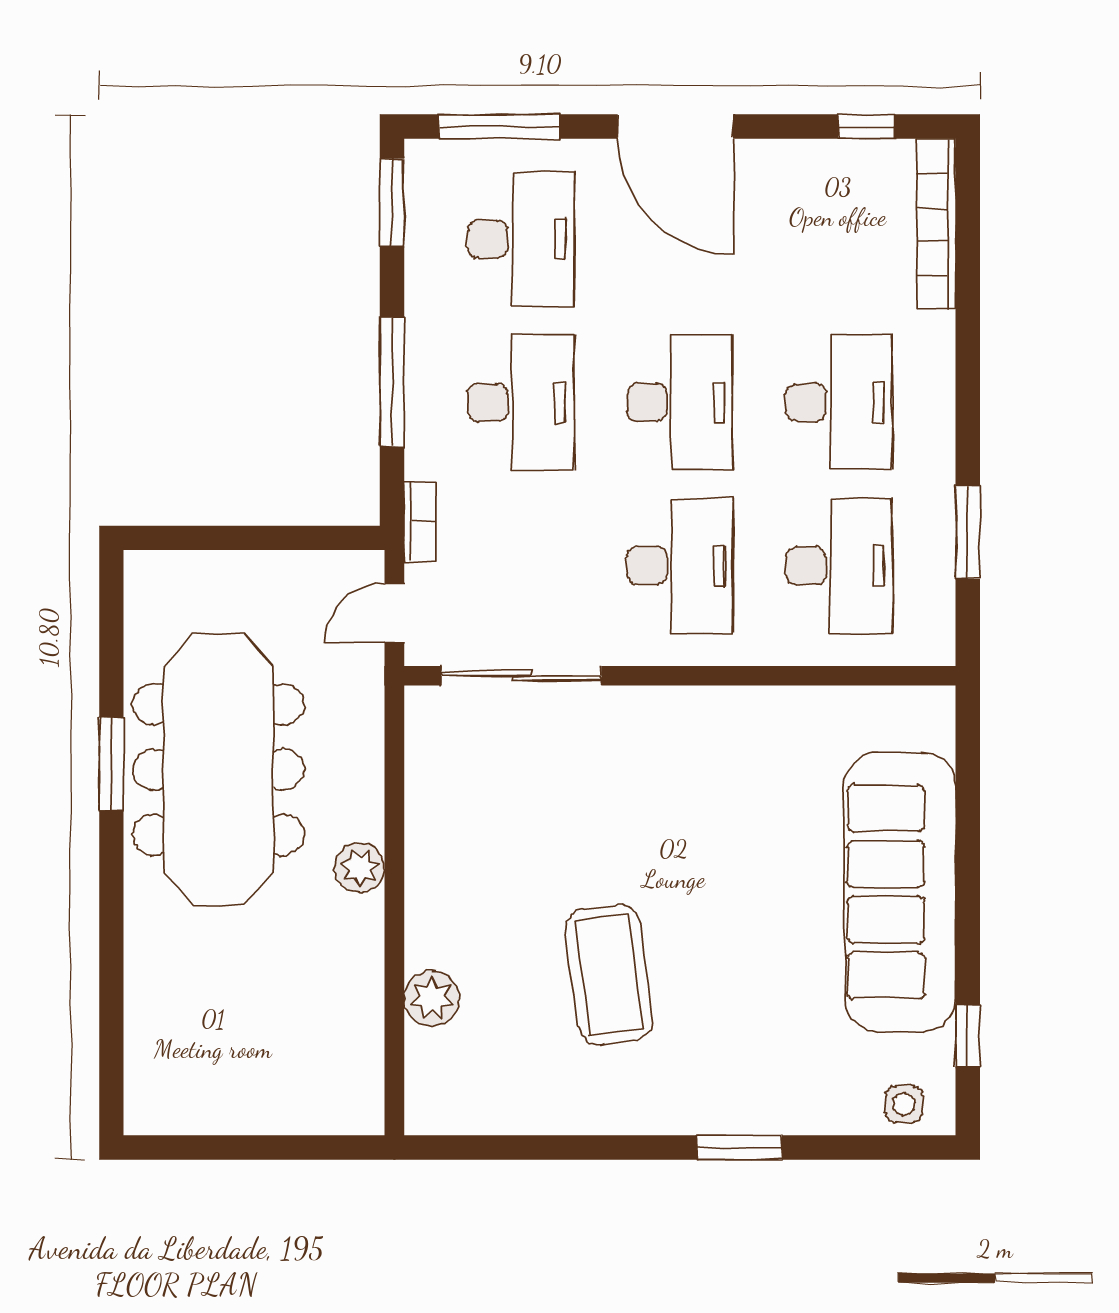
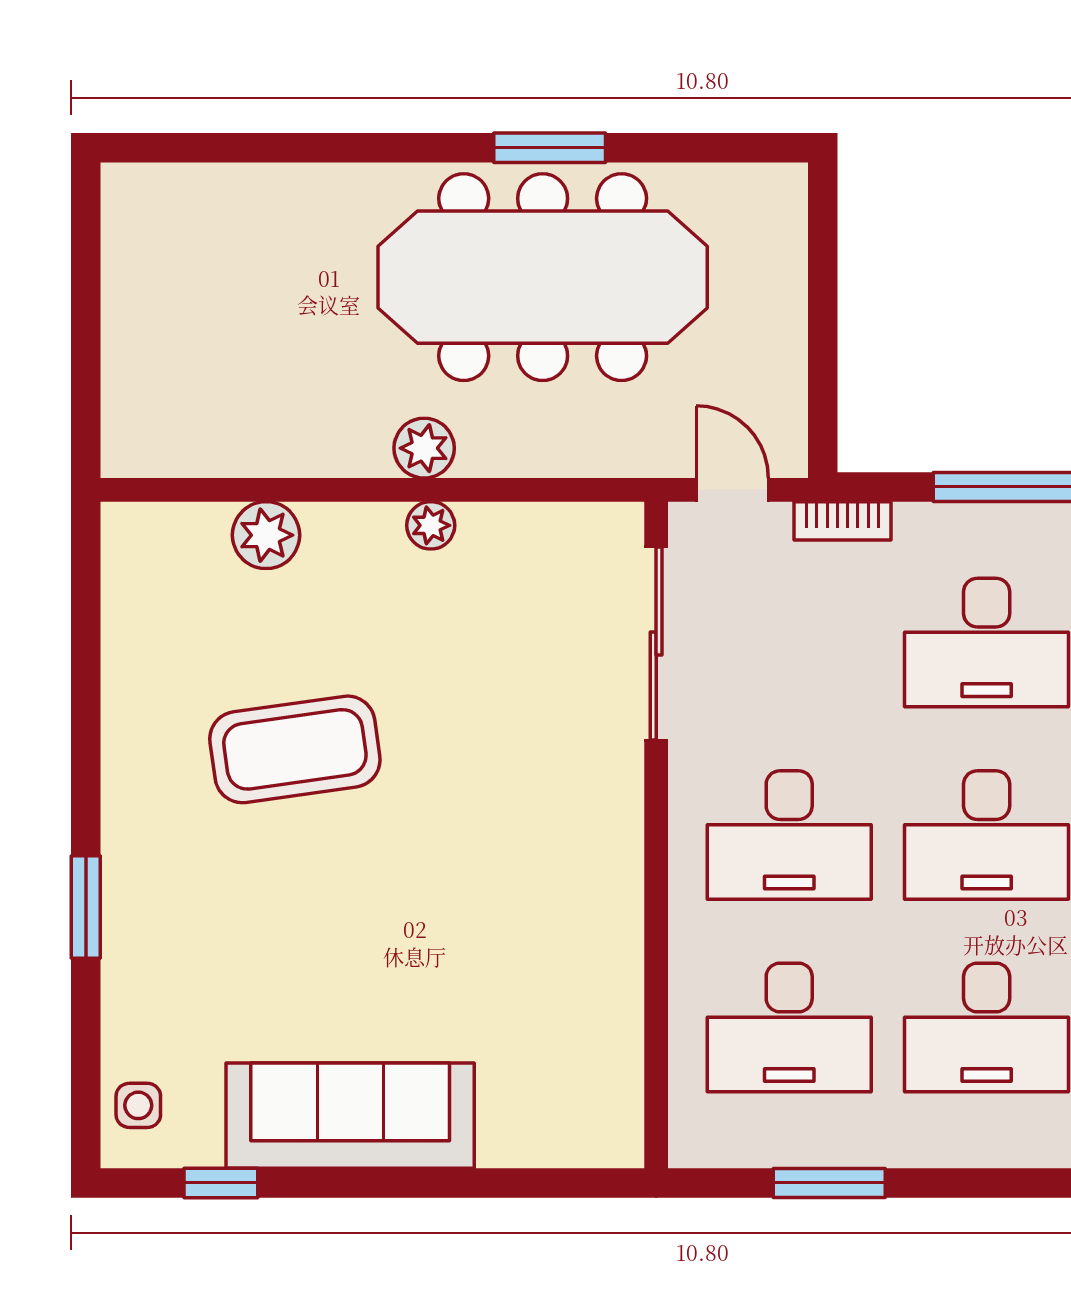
plant: (424, 862) -> (431, 525), added
sofa: (900, 892) -> (350, 1116), width x0.74, depth x0.79

